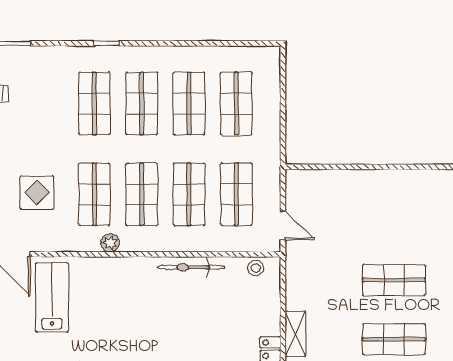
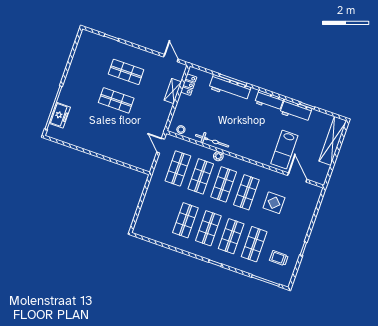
shop shelf: (236, 103) -> (254, 244), moved
plant: (110, 243) -> (218, 156), moved

